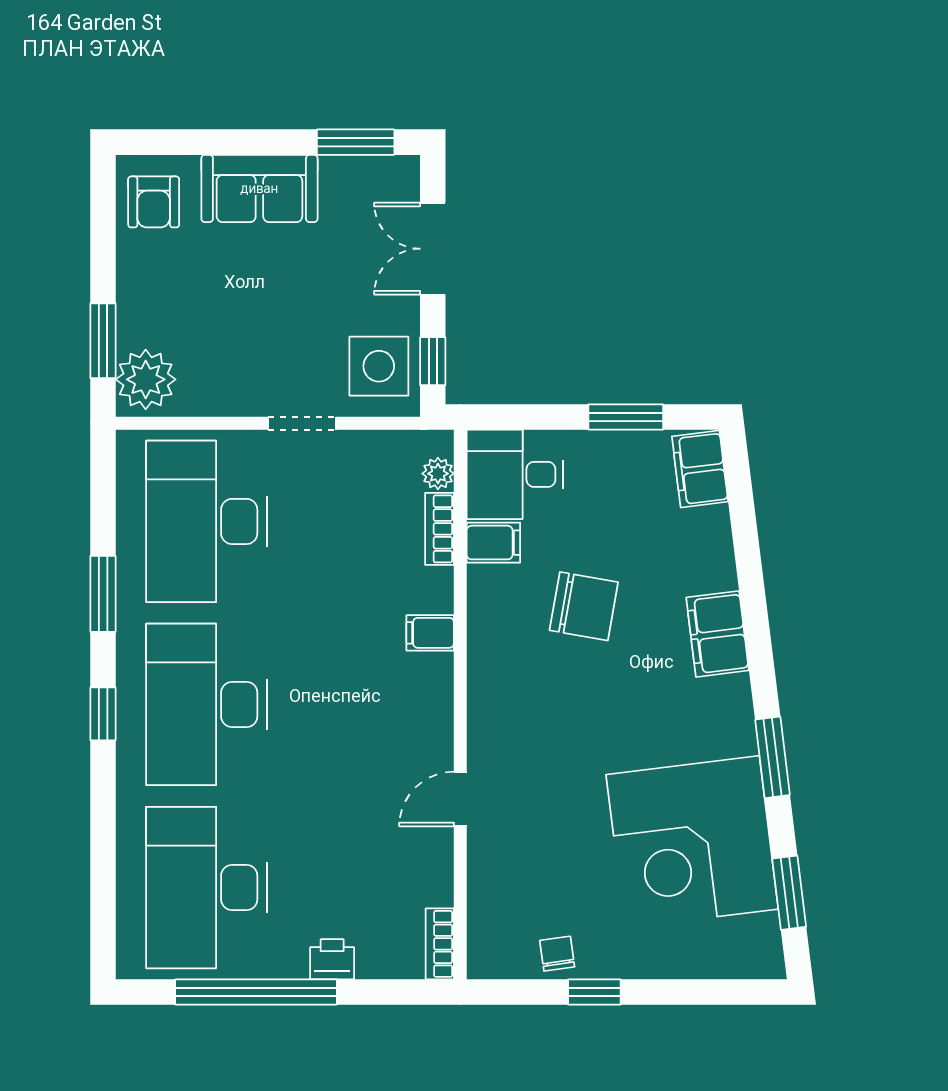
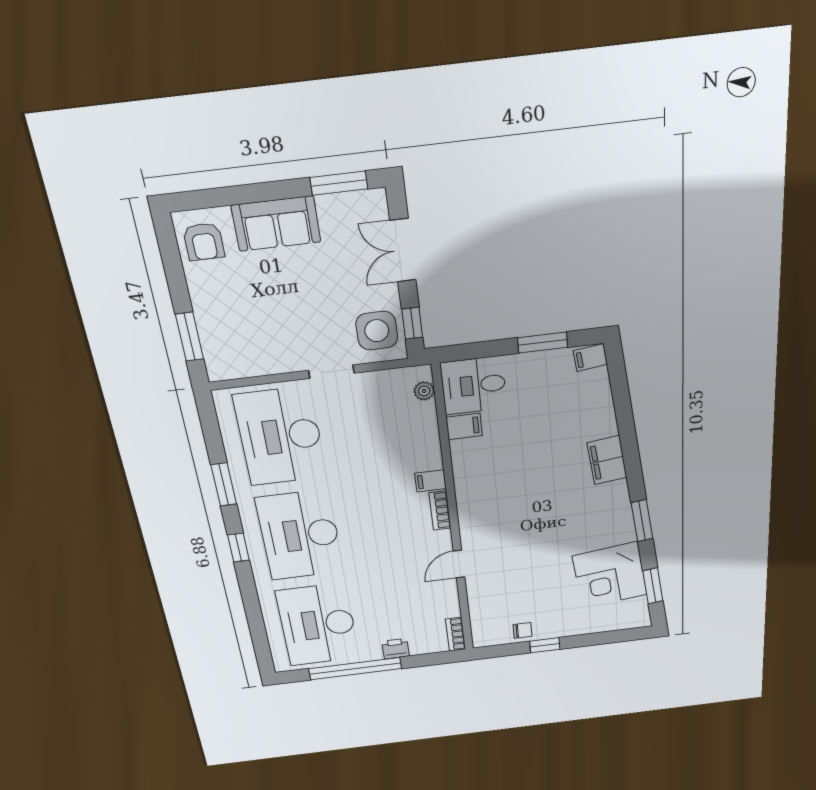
plant: (146, 379) -> (223, 357), removed
filing cabinet: (700, 469) -> (590, 358), width x0.50
bookcase: (440, 529) -> (440, 510), moved
chair: (584, 606) -> (524, 455), removed
corner desk: (692, 842) -> (610, 575), width x0.74, depth x0.74
chair: (557, 954) -> (522, 630), turned 98

